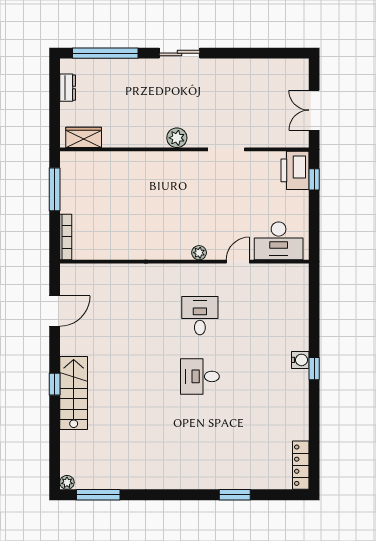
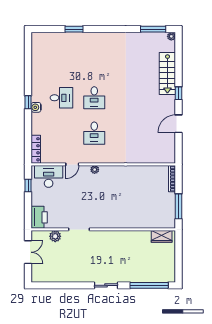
dresser: (68, 88) -> (171, 265), removed
plant: (177, 138) -> (55, 236), moved
window: (314, 179) -> (28, 186), moved
door: (55, 311) -> (179, 124), moved
desk: (200, 376) -> (94, 98), turned 90
desk: (256, 376) -> (61, 98), added
stairs: (74, 393) -> (167, 74), moved
locker: (301, 465) -> (36, 149), moved

